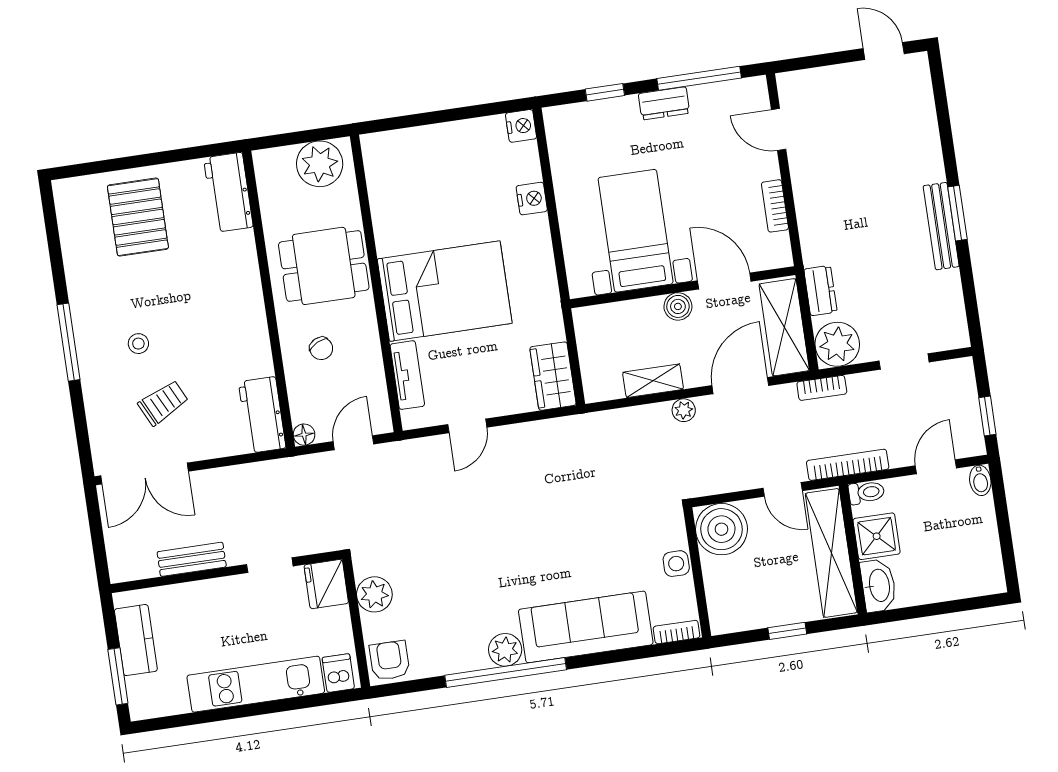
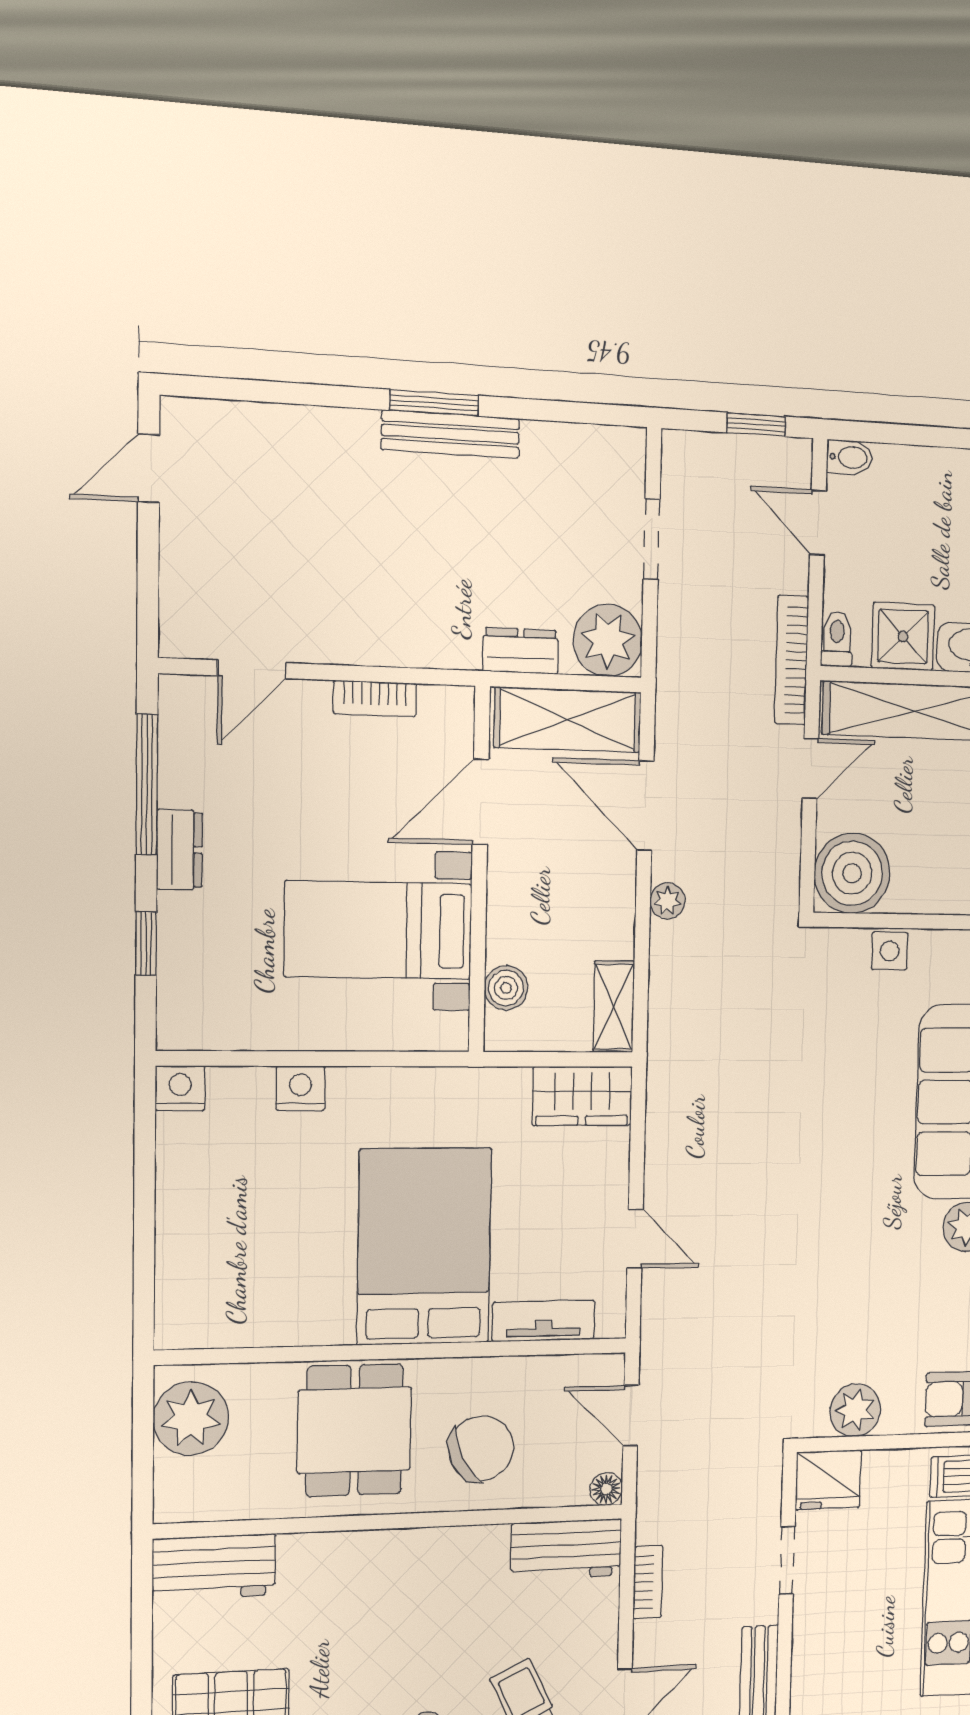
boiler: (678, 306) -> (506, 988), moved
chair: (321, 348) -> (481, 1448), width x1.87, depth x1.87
shelving: (653, 381) -> (614, 1007), moved
bookcase: (822, 388) -> (648, 1582), moved

